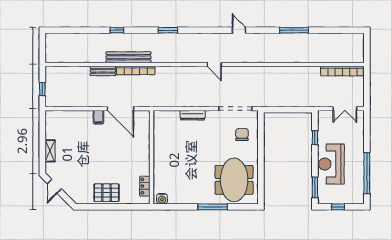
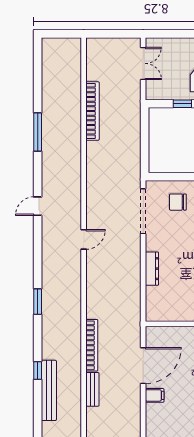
bench: (128, 57) -> (49, 390), moved
bookcase: (342, 71) -> (92, 111), moved

